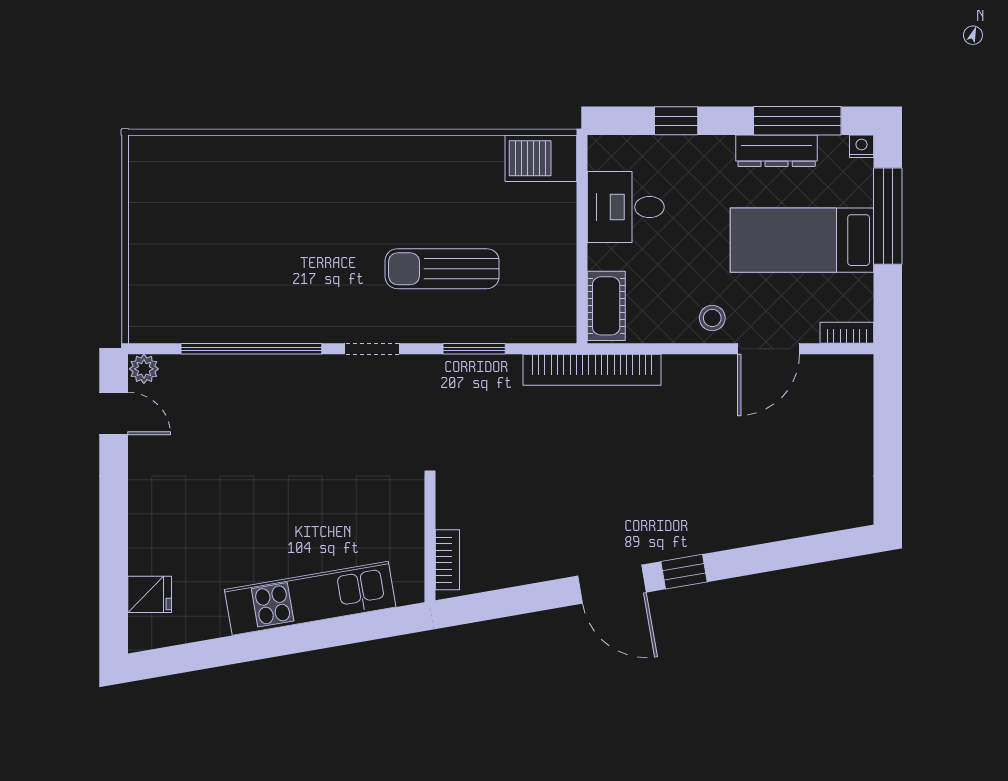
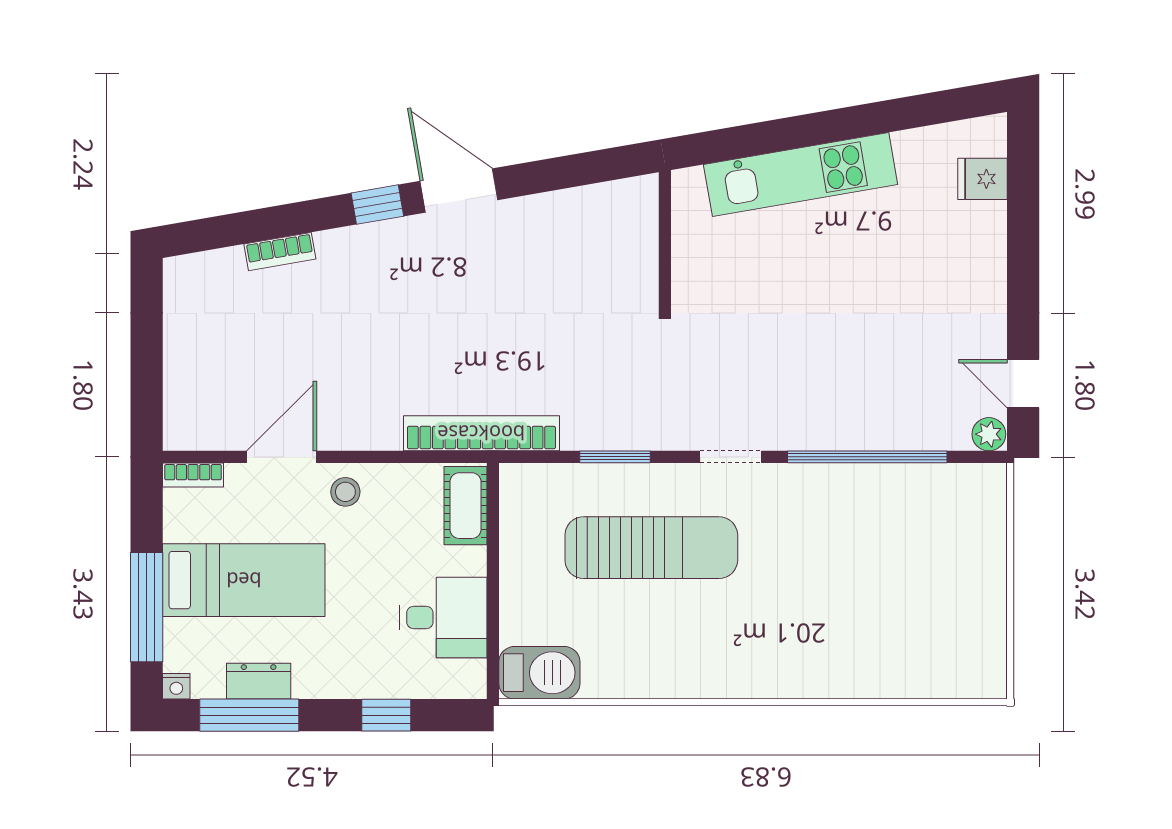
dresser: (777, 151) -> (259, 681), width x0.70
sun lounger: (442, 269) -> (651, 548), width x1.36, depth x1.34
bookcase: (447, 560) -> (280, 252), moved, turned -100

